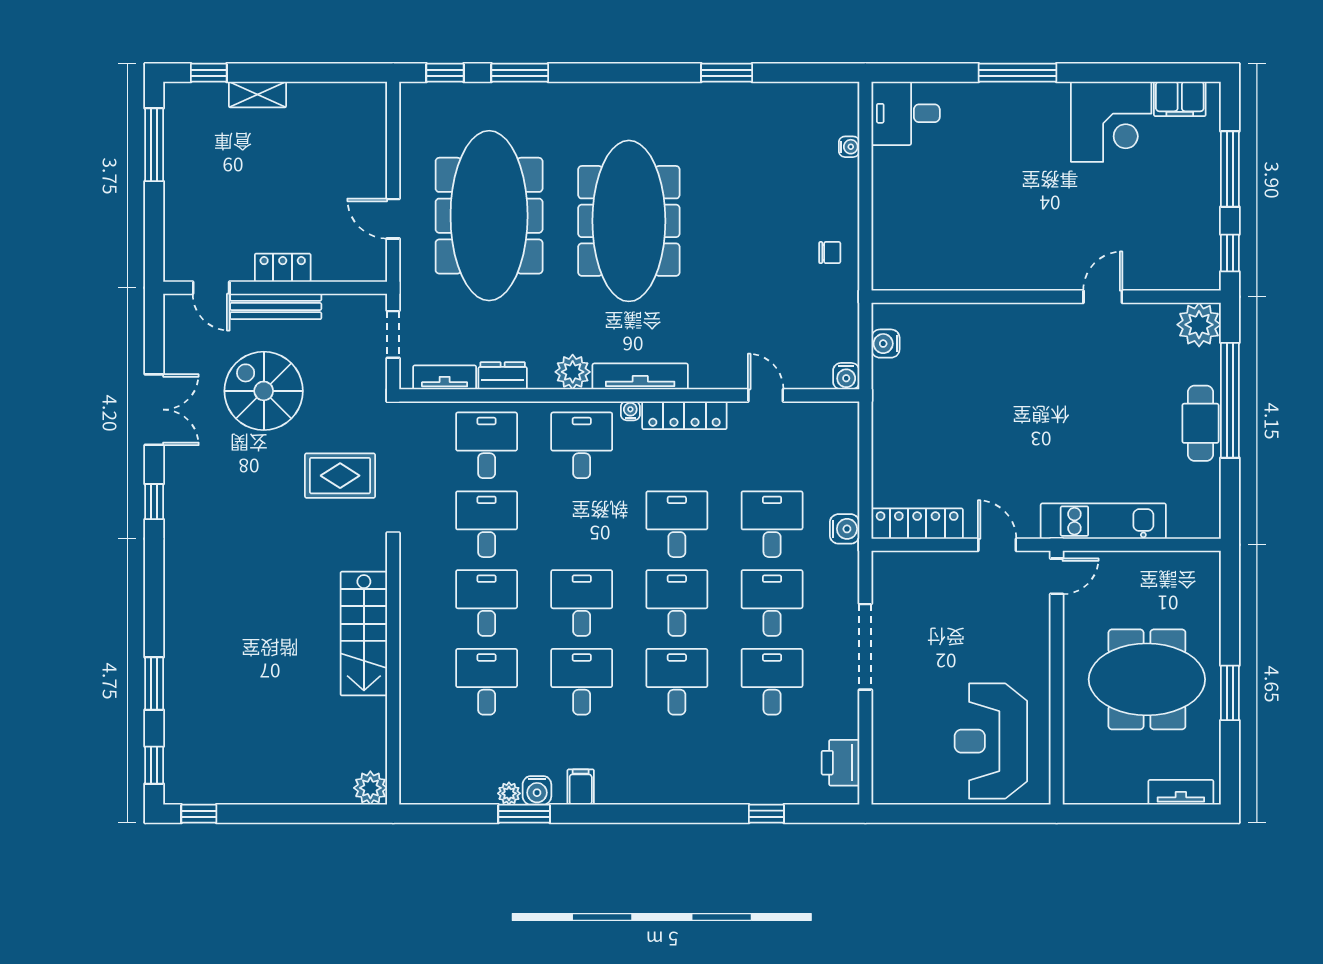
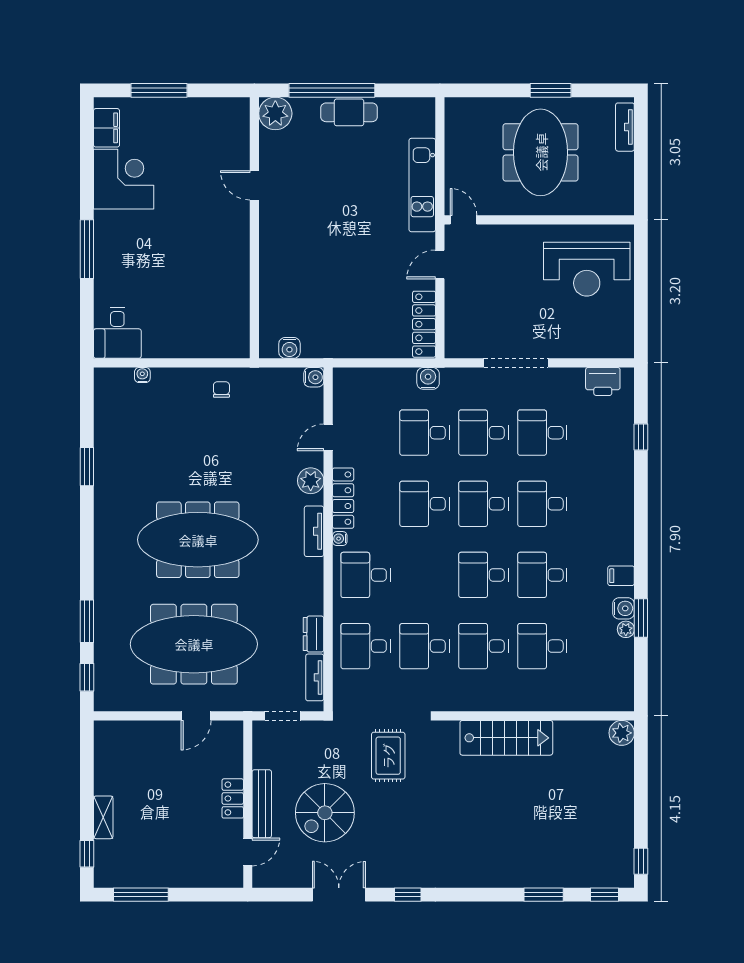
window: (1230, 253) -> (222, 90), removed
plant: (573, 372) -> (311, 481), moved
tv unit: (640, 376) -> (314, 531), width x0.71

